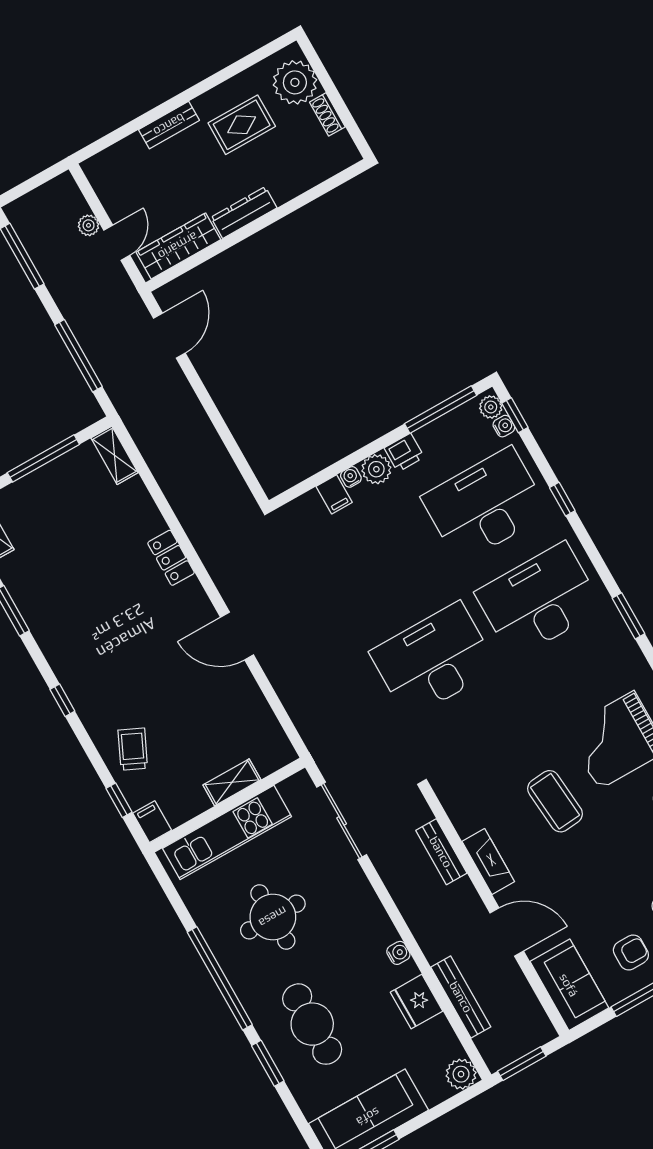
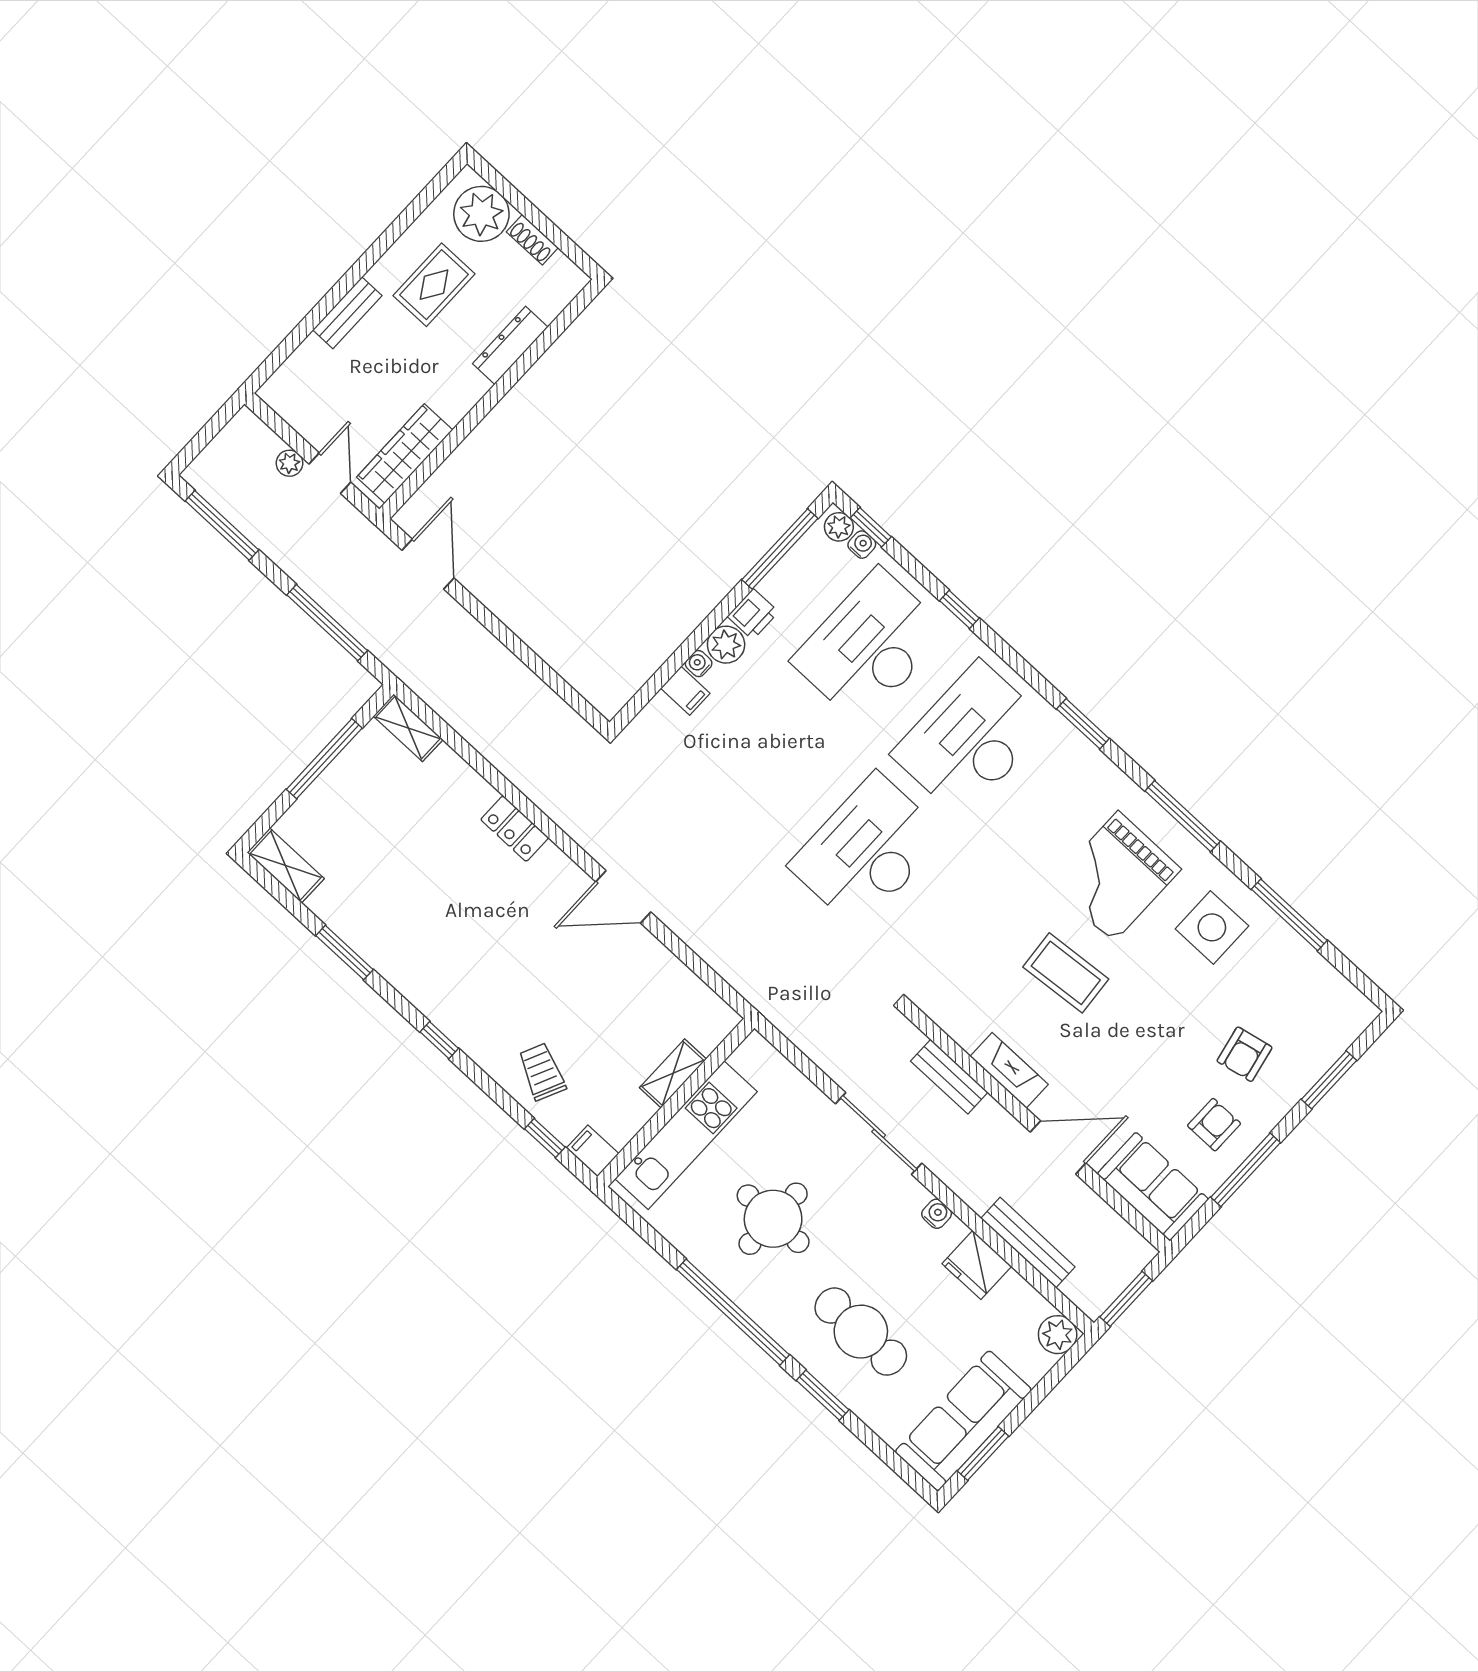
dresser: (244, 213) -> (510, 345), moved
sliding door: (342, 821) -> (879, 1133), moved

